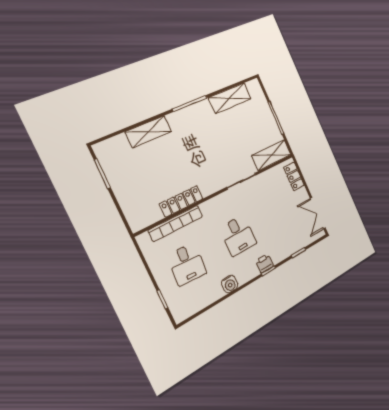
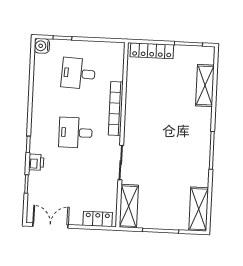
shelving: (230, 98) -> (199, 209), moved
shelving: (148, 132) -> (205, 86), moved
locker: (181, 201) -> (152, 51), moved, turned 90
bookcase: (176, 223) -> (116, 108), moved
printer: (264, 263) -> (36, 162), moved
water cooler: (230, 284) -> (42, 46), moved

